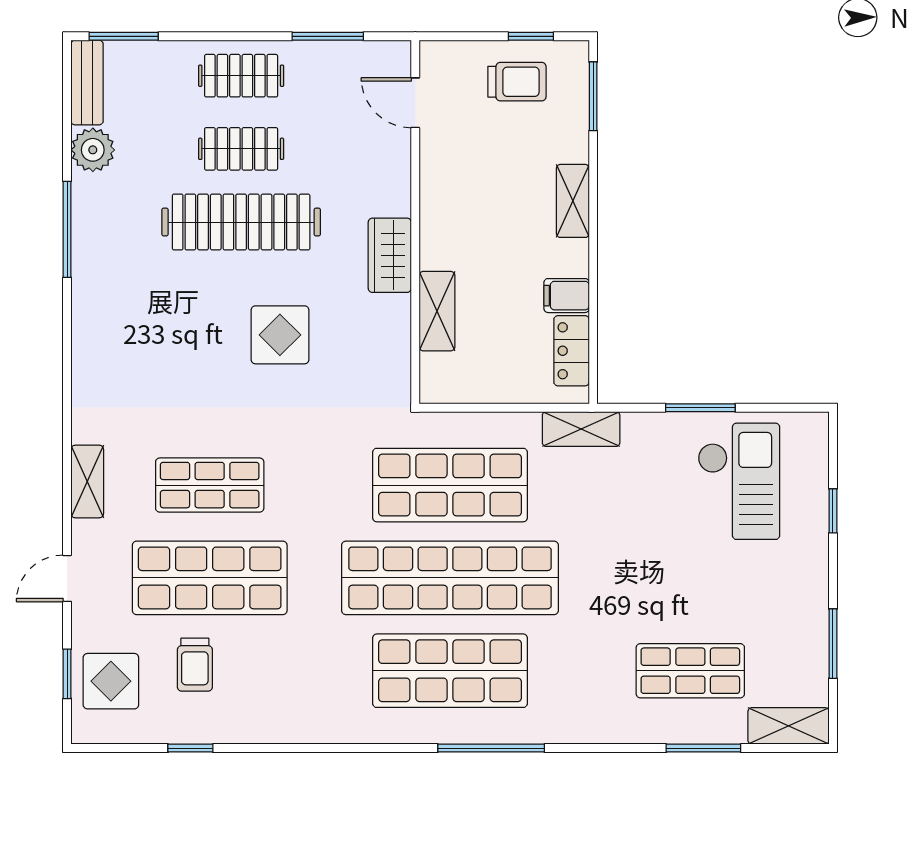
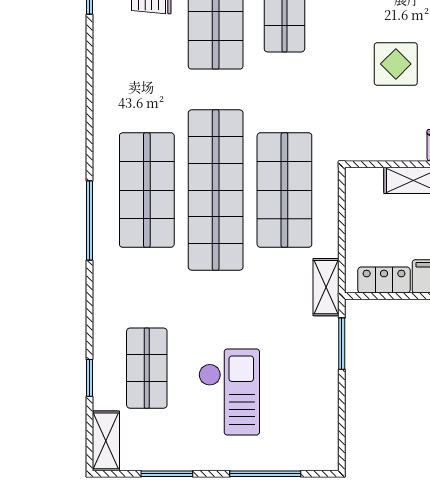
window: (700, 408) -> (342, 344), moved
checkout: (739, 481) -> (229, 392), moved, turned -90
window: (833, 511) -> (265, 474), width x2.17
window: (703, 748) -> (89, 378), width x0.67

